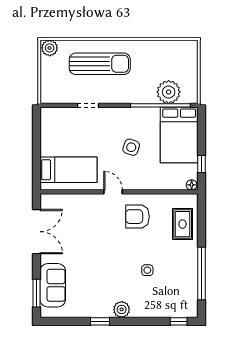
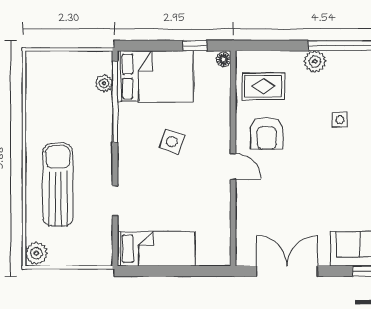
plant: (169, 92) -> (104, 83), width x0.53, depth x0.53
bed: (69, 170) -> (156, 249), moved, turned 90
door: (113, 192) -> (233, 166), swing flipped
rug: (183, 224) -> (263, 86), moved
plant: (190, 252) -> (315, 61), added

